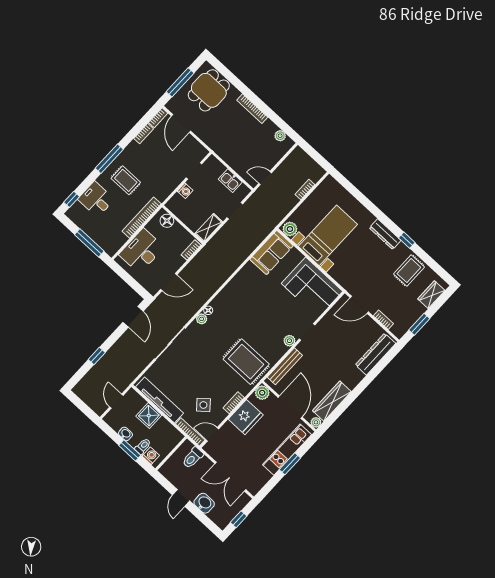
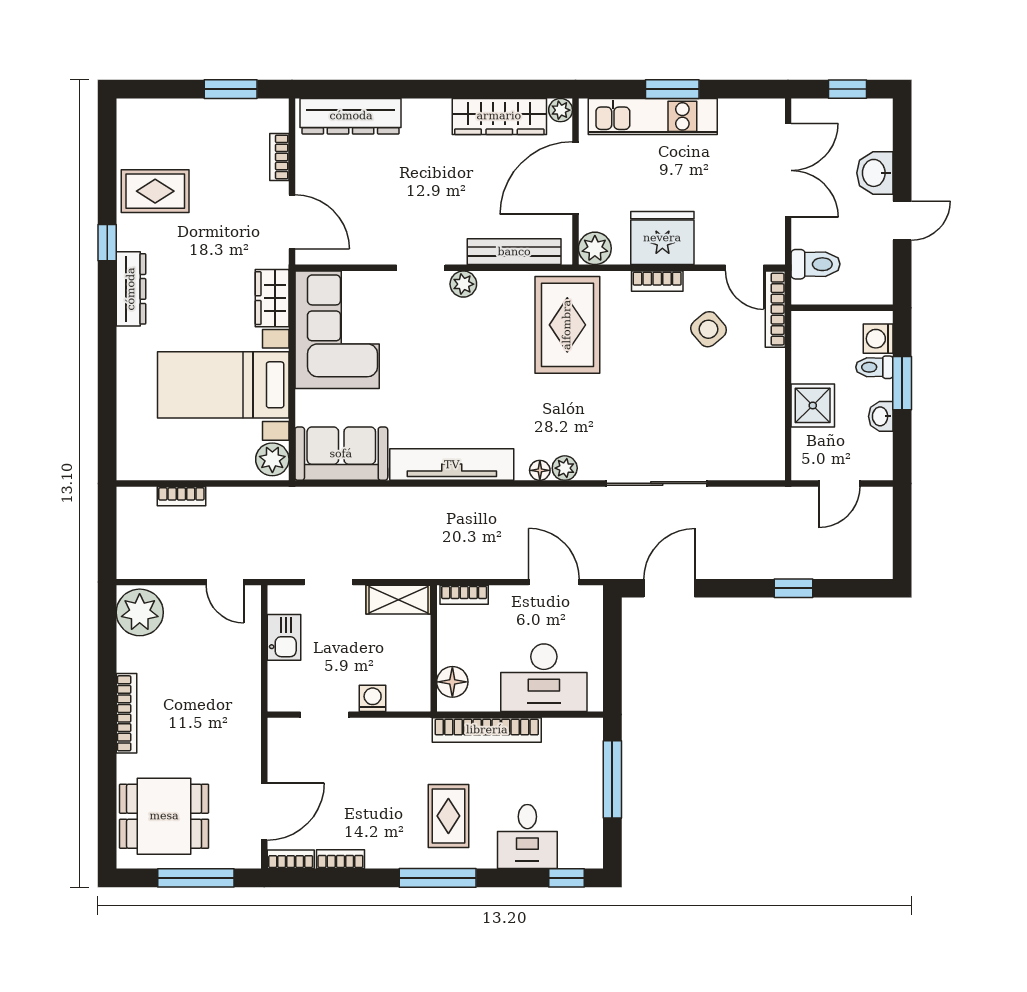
plant: (280, 136) -> (140, 612), width x1.88, depth x1.88
wardrobe: (431, 295) -> (272, 298), moved, turned 90
tv unit: (160, 400) -> (452, 465), moved, turned 90

